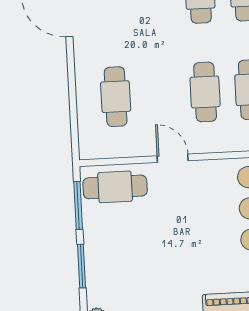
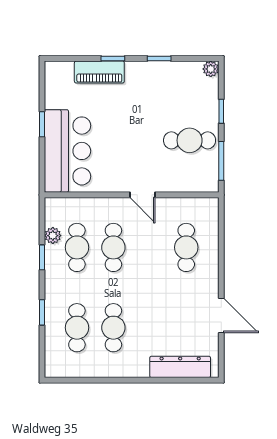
cafe table: (115, 187) -> (190, 140), moved
window: (81, 266) -> (221, 111), width x0.67

